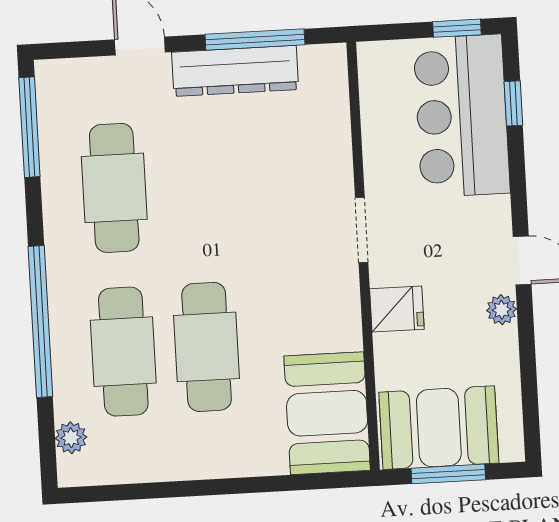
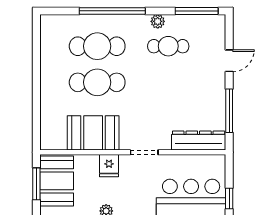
dresser: (235, 71) -> (199, 141), moved, turned 90
cafe table: (114, 188) -> (168, 46), width x0.73, depth x0.74
booth: (327, 413) -> (93, 133), moved
plant: (71, 438) -> (158, 21), moved

